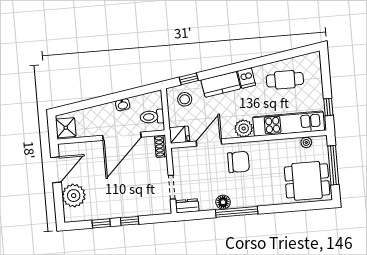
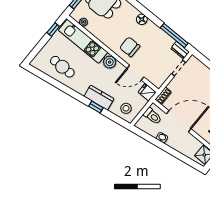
dishwasher: (247, 78) -> (82, 88), removed
window: (189, 79) -> (96, 107), moved
floor lamp: (223, 202) -> (142, 19), moved
window: (237, 212) -> (174, 36), moved

